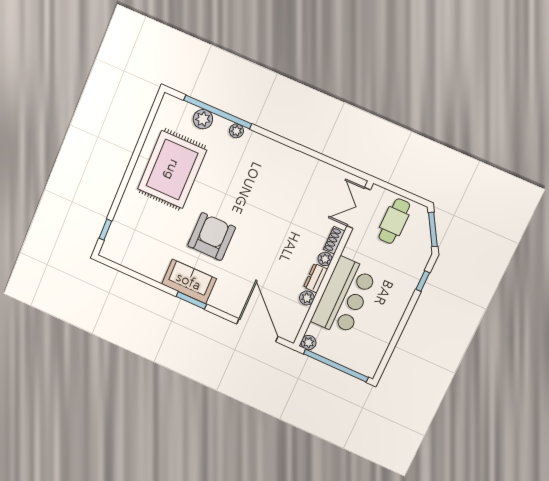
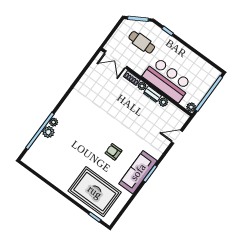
plant: (203, 119) -> (48, 132), moved
rug: (172, 170) -> (95, 192), moved
cafe table: (394, 221) -> (142, 42), moved
armchair: (212, 237) -> (113, 152), width x0.53, depth x0.53
sofa: (189, 281) -> (138, 172), width x1.36
door: (257, 330) -> (177, 137), width x0.53

